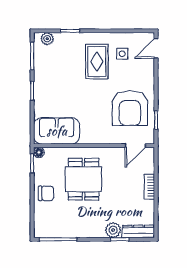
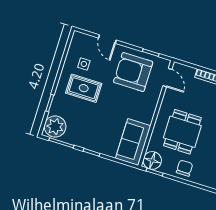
plant: (47, 39) -> (55, 127), width x1.88, depth x1.88
door: (156, 48) -> (107, 39), moved
armchair: (130, 108) -> (133, 72), turned 180
floor lamp: (39, 152) -> (152, 160), width x1.89, depth x1.89
dining table: (84, 179) -> (182, 132), turned 90

